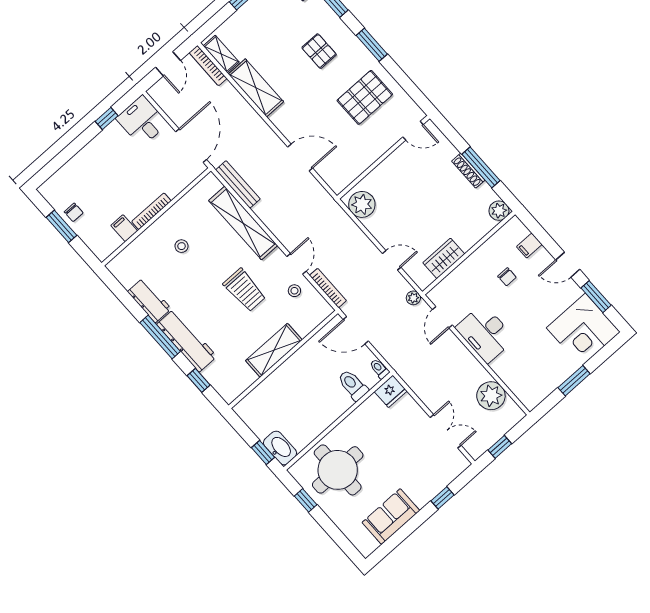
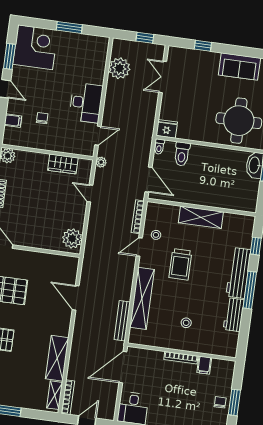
trolley: (244, 290) -> (180, 264), turned 180

